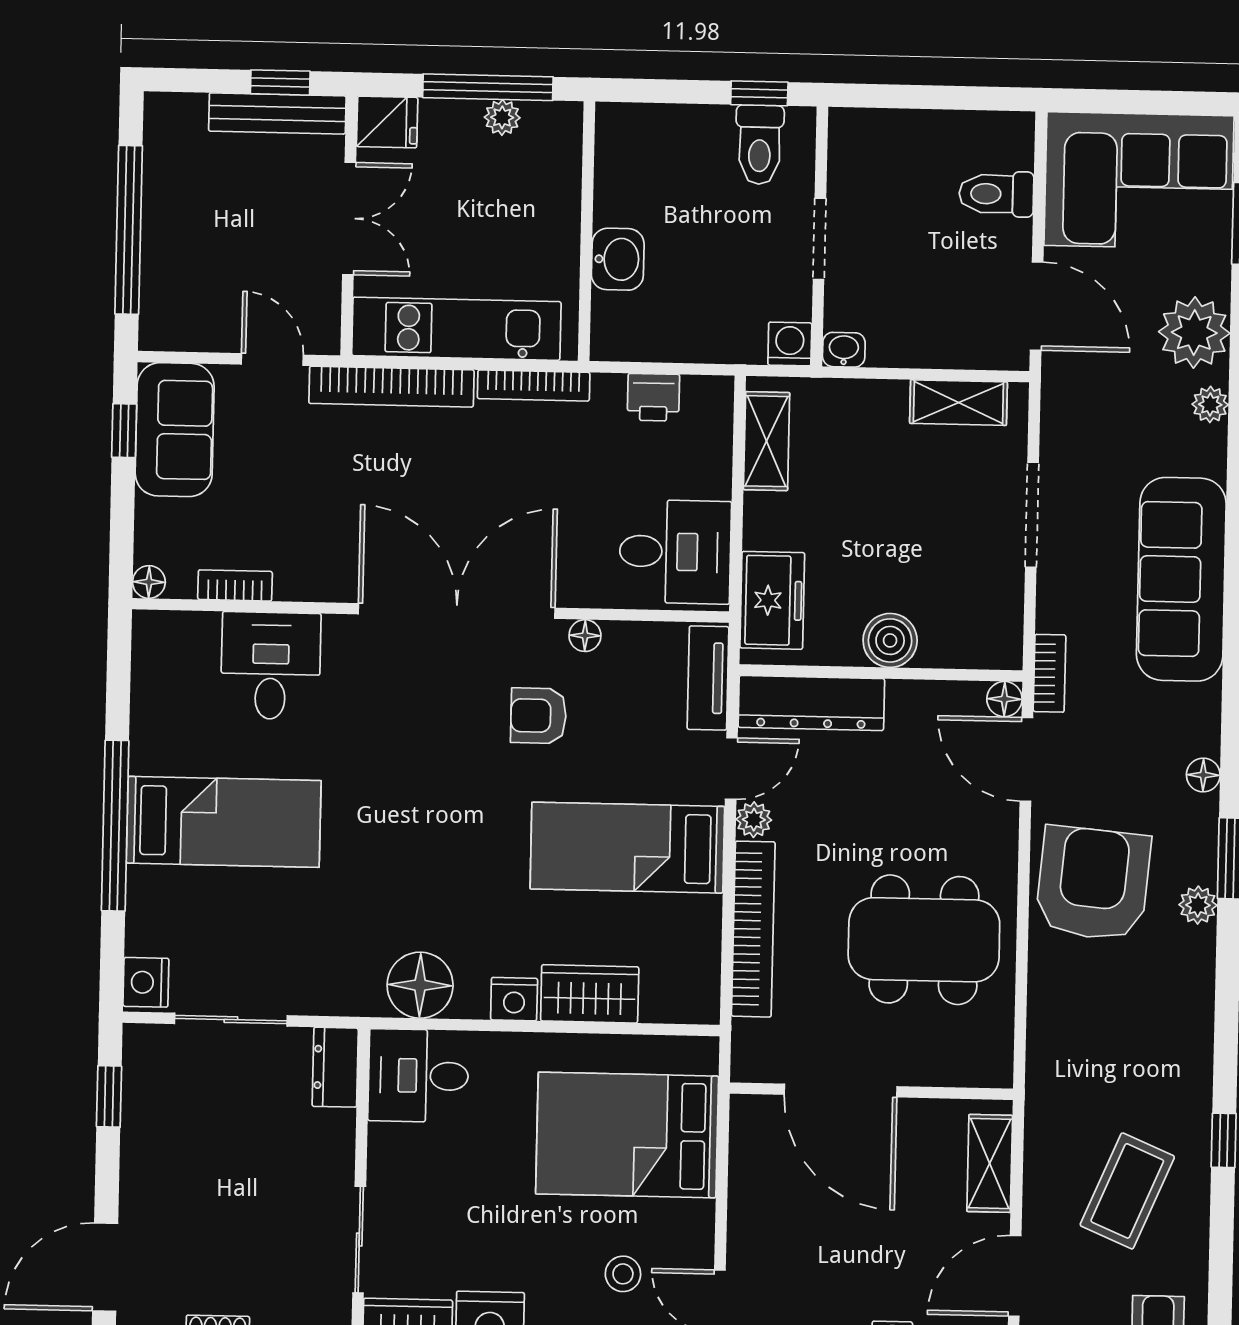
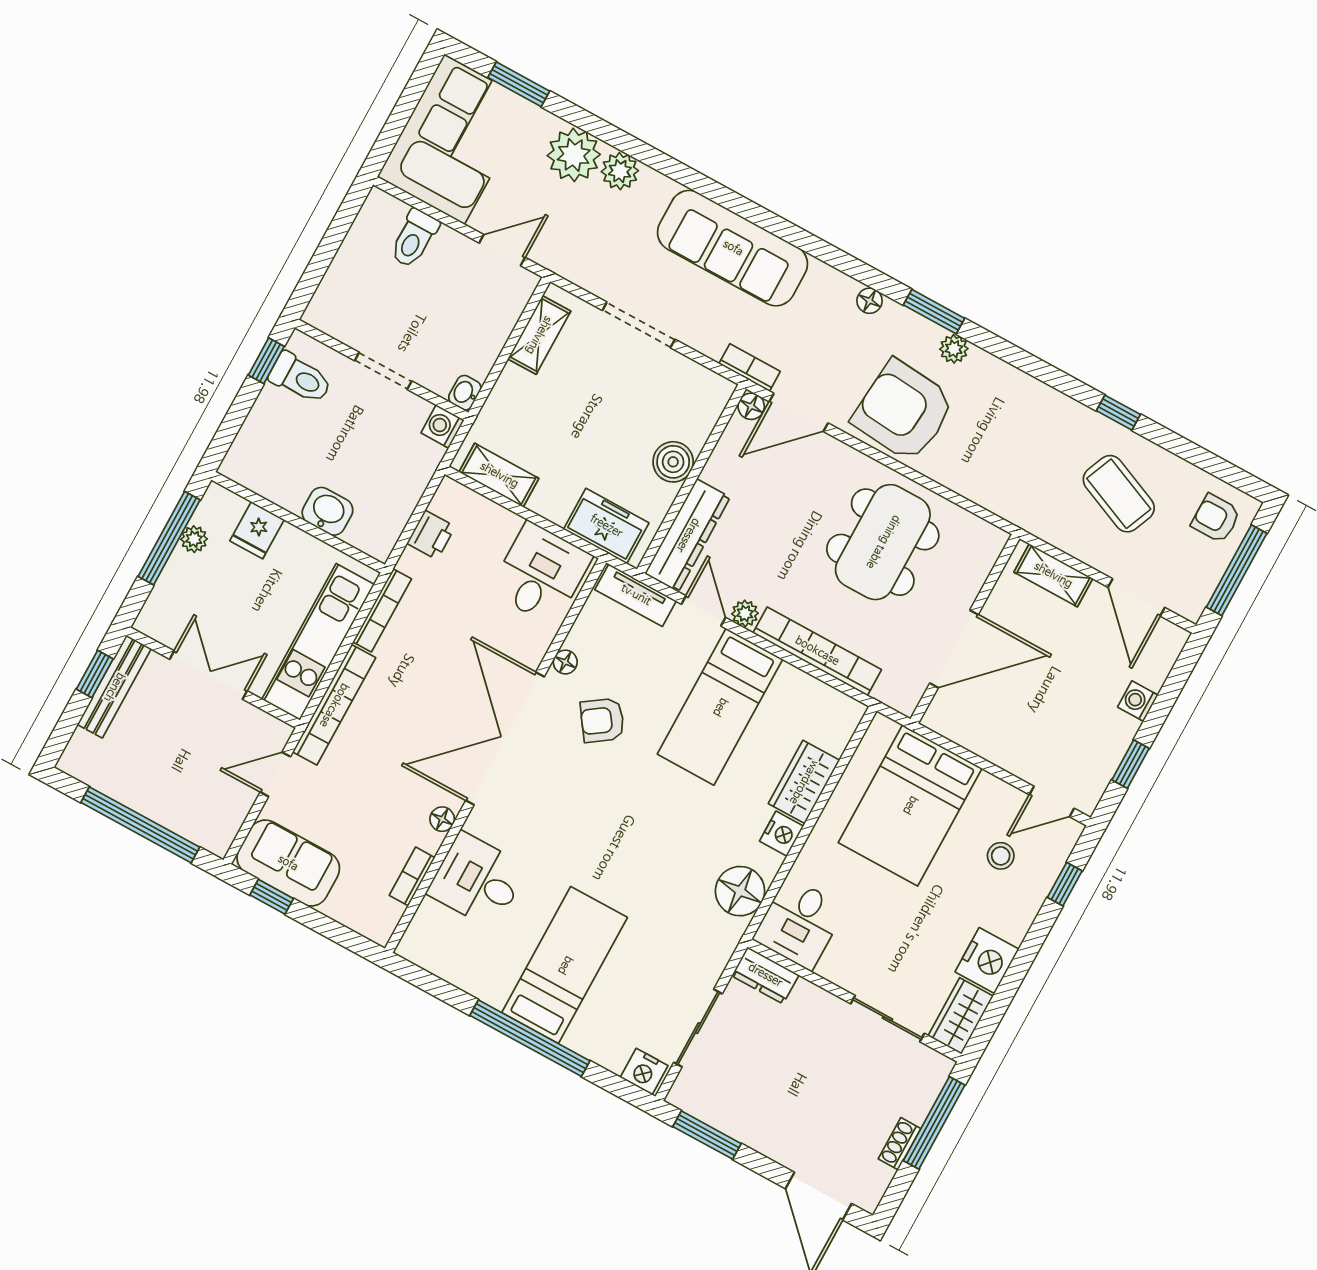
fridge: (387, 122) -> (257, 530), moved, turned 180
door: (1037, 306) -> (502, 250), width x0.73
plant: (1210, 404) -> (620, 171), width x1.38, depth x1.38
floor lamp: (149, 582) -> (442, 819), moved
armchair: (538, 716) -> (602, 720), turned 55
window: (109, 1096) -> (707, 1135), width x1.50

